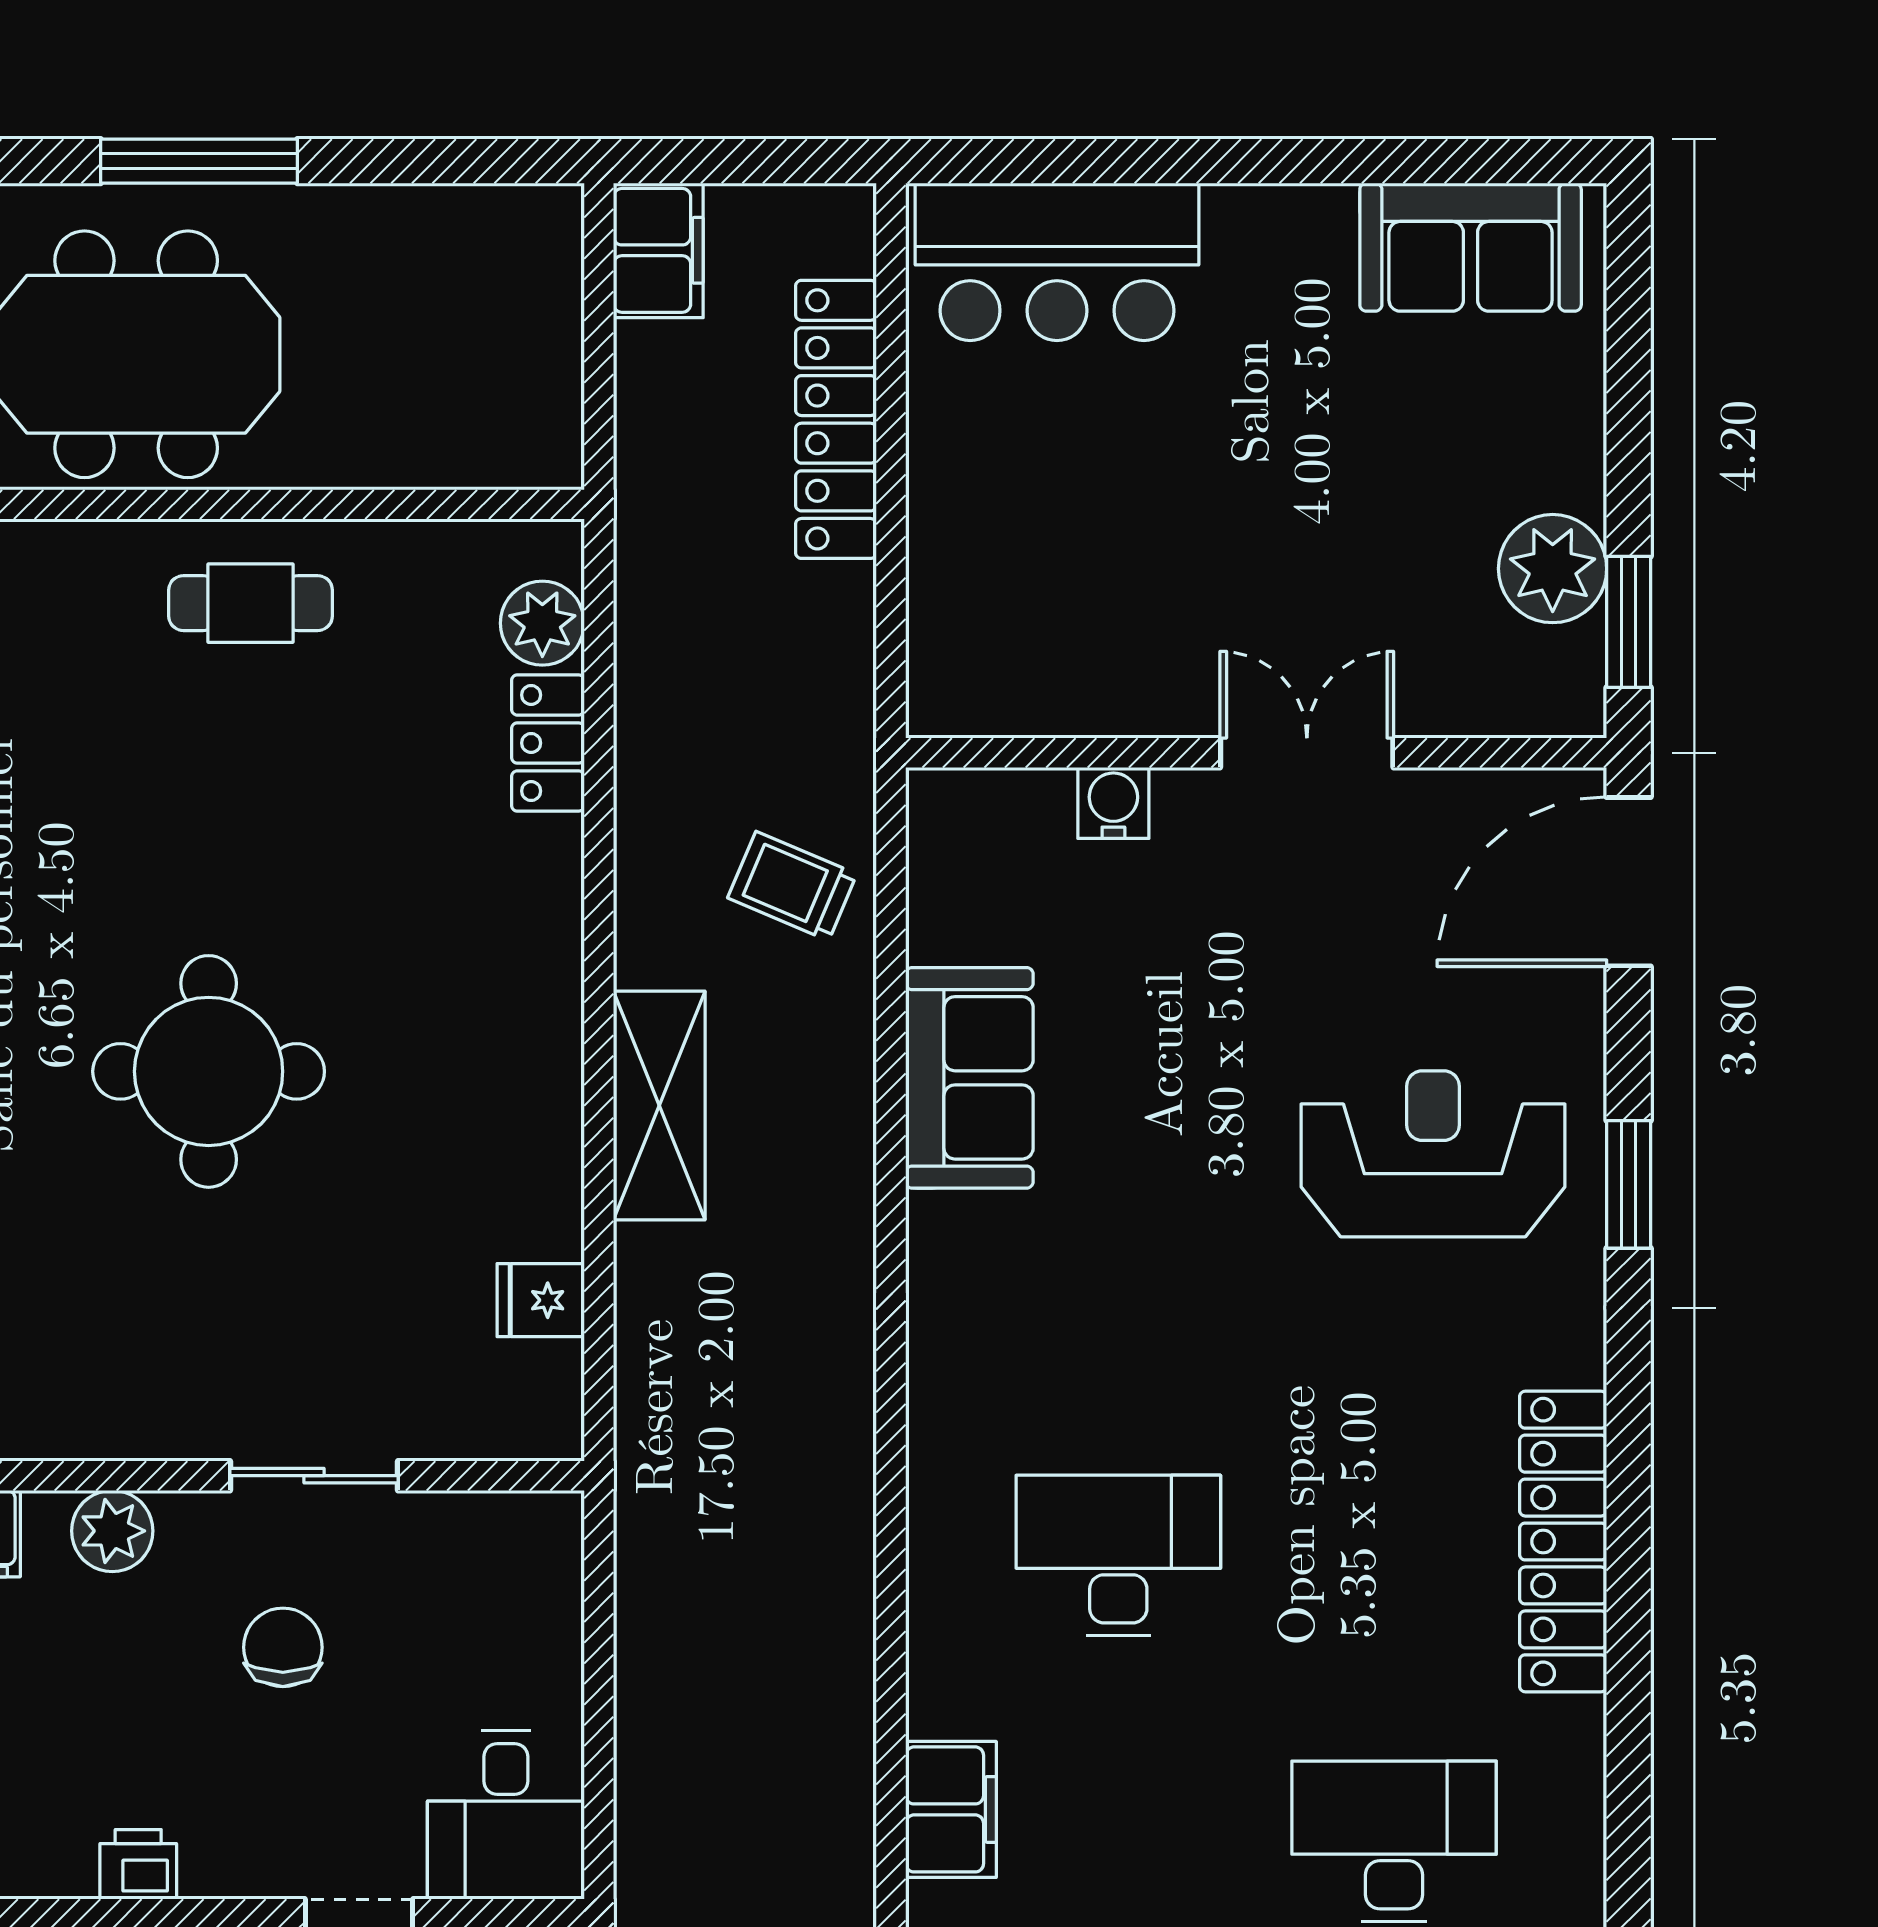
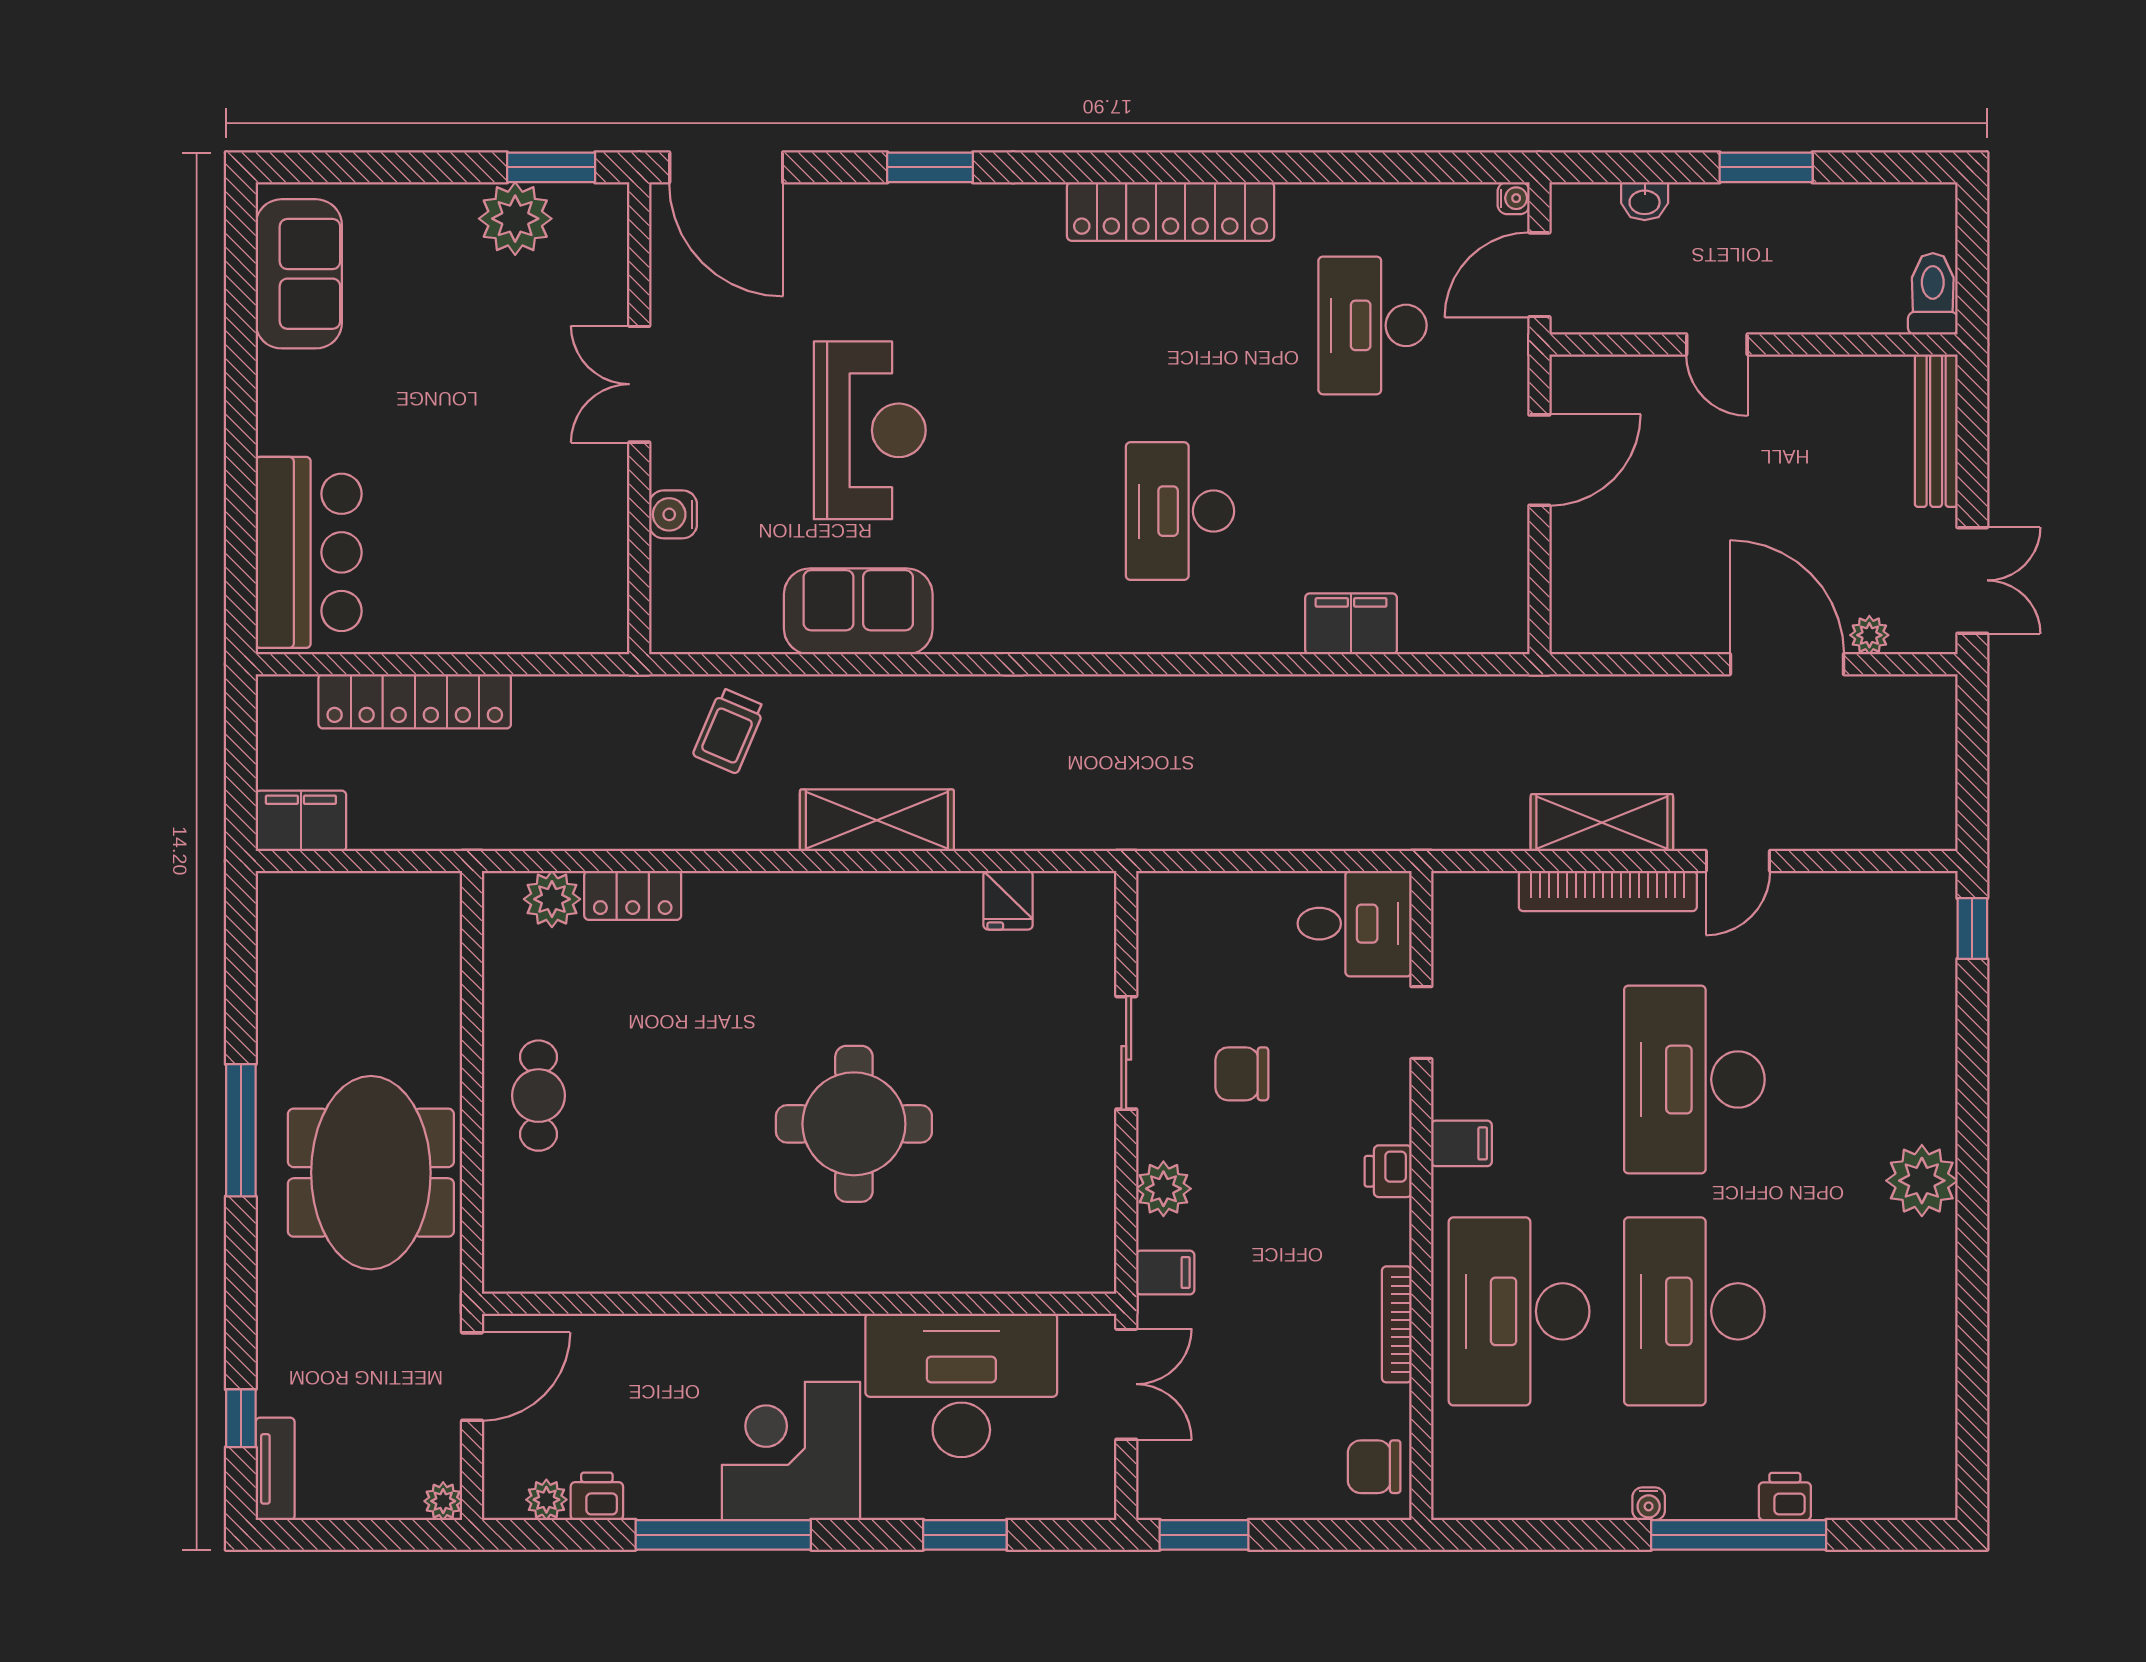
reception desk: (1433, 1154) -> (870, 430), moved, turned 180

